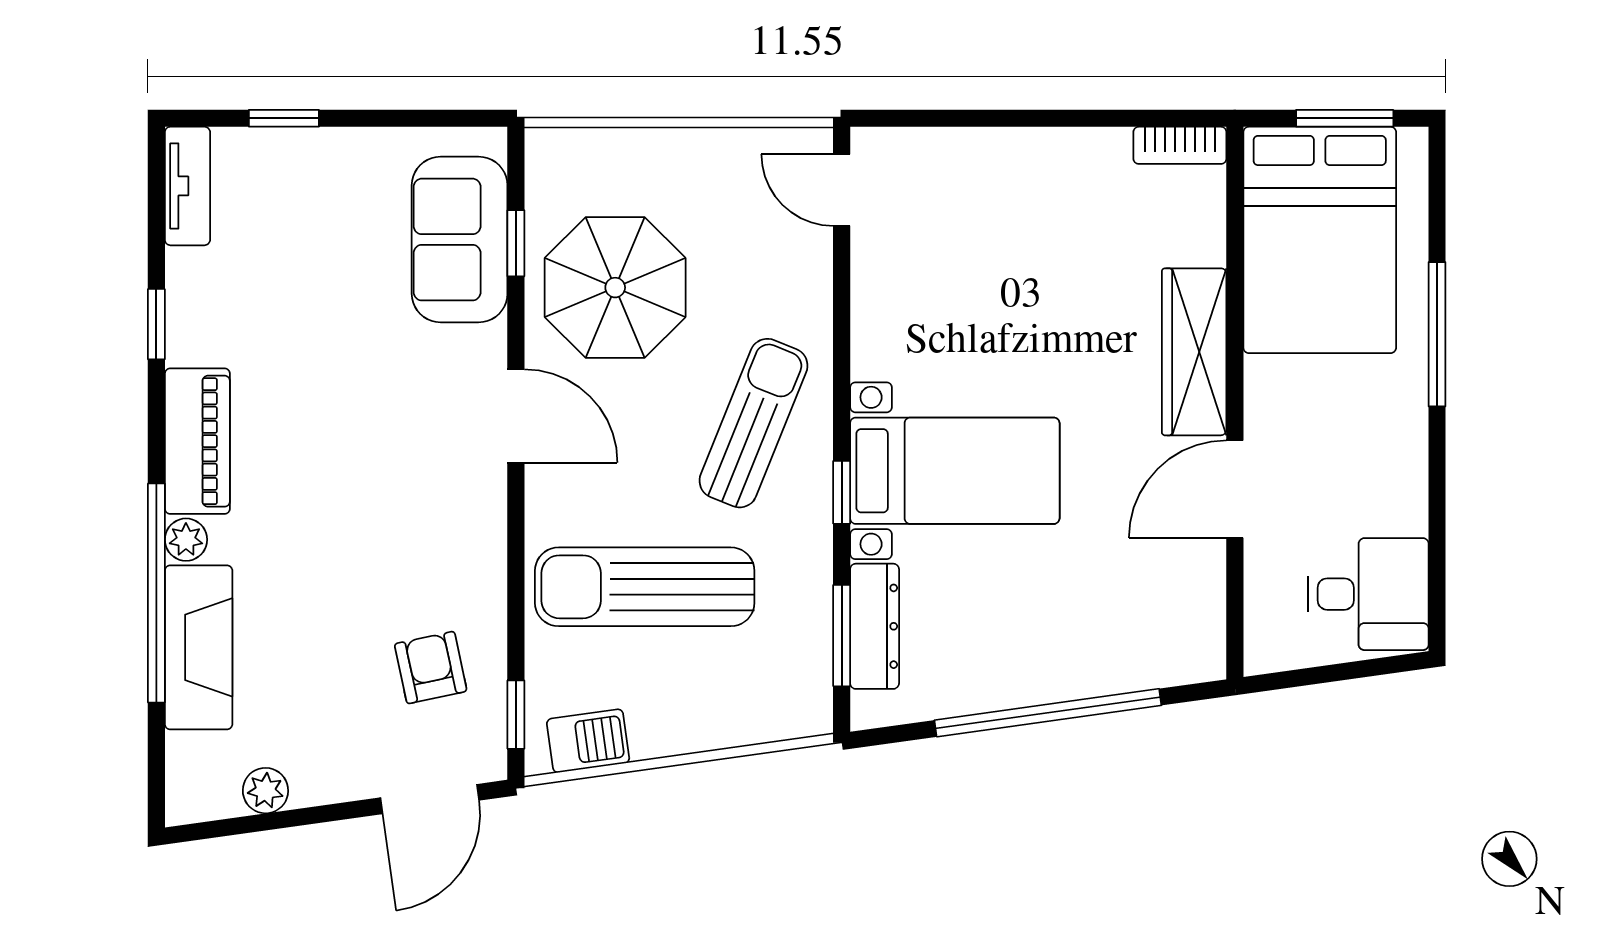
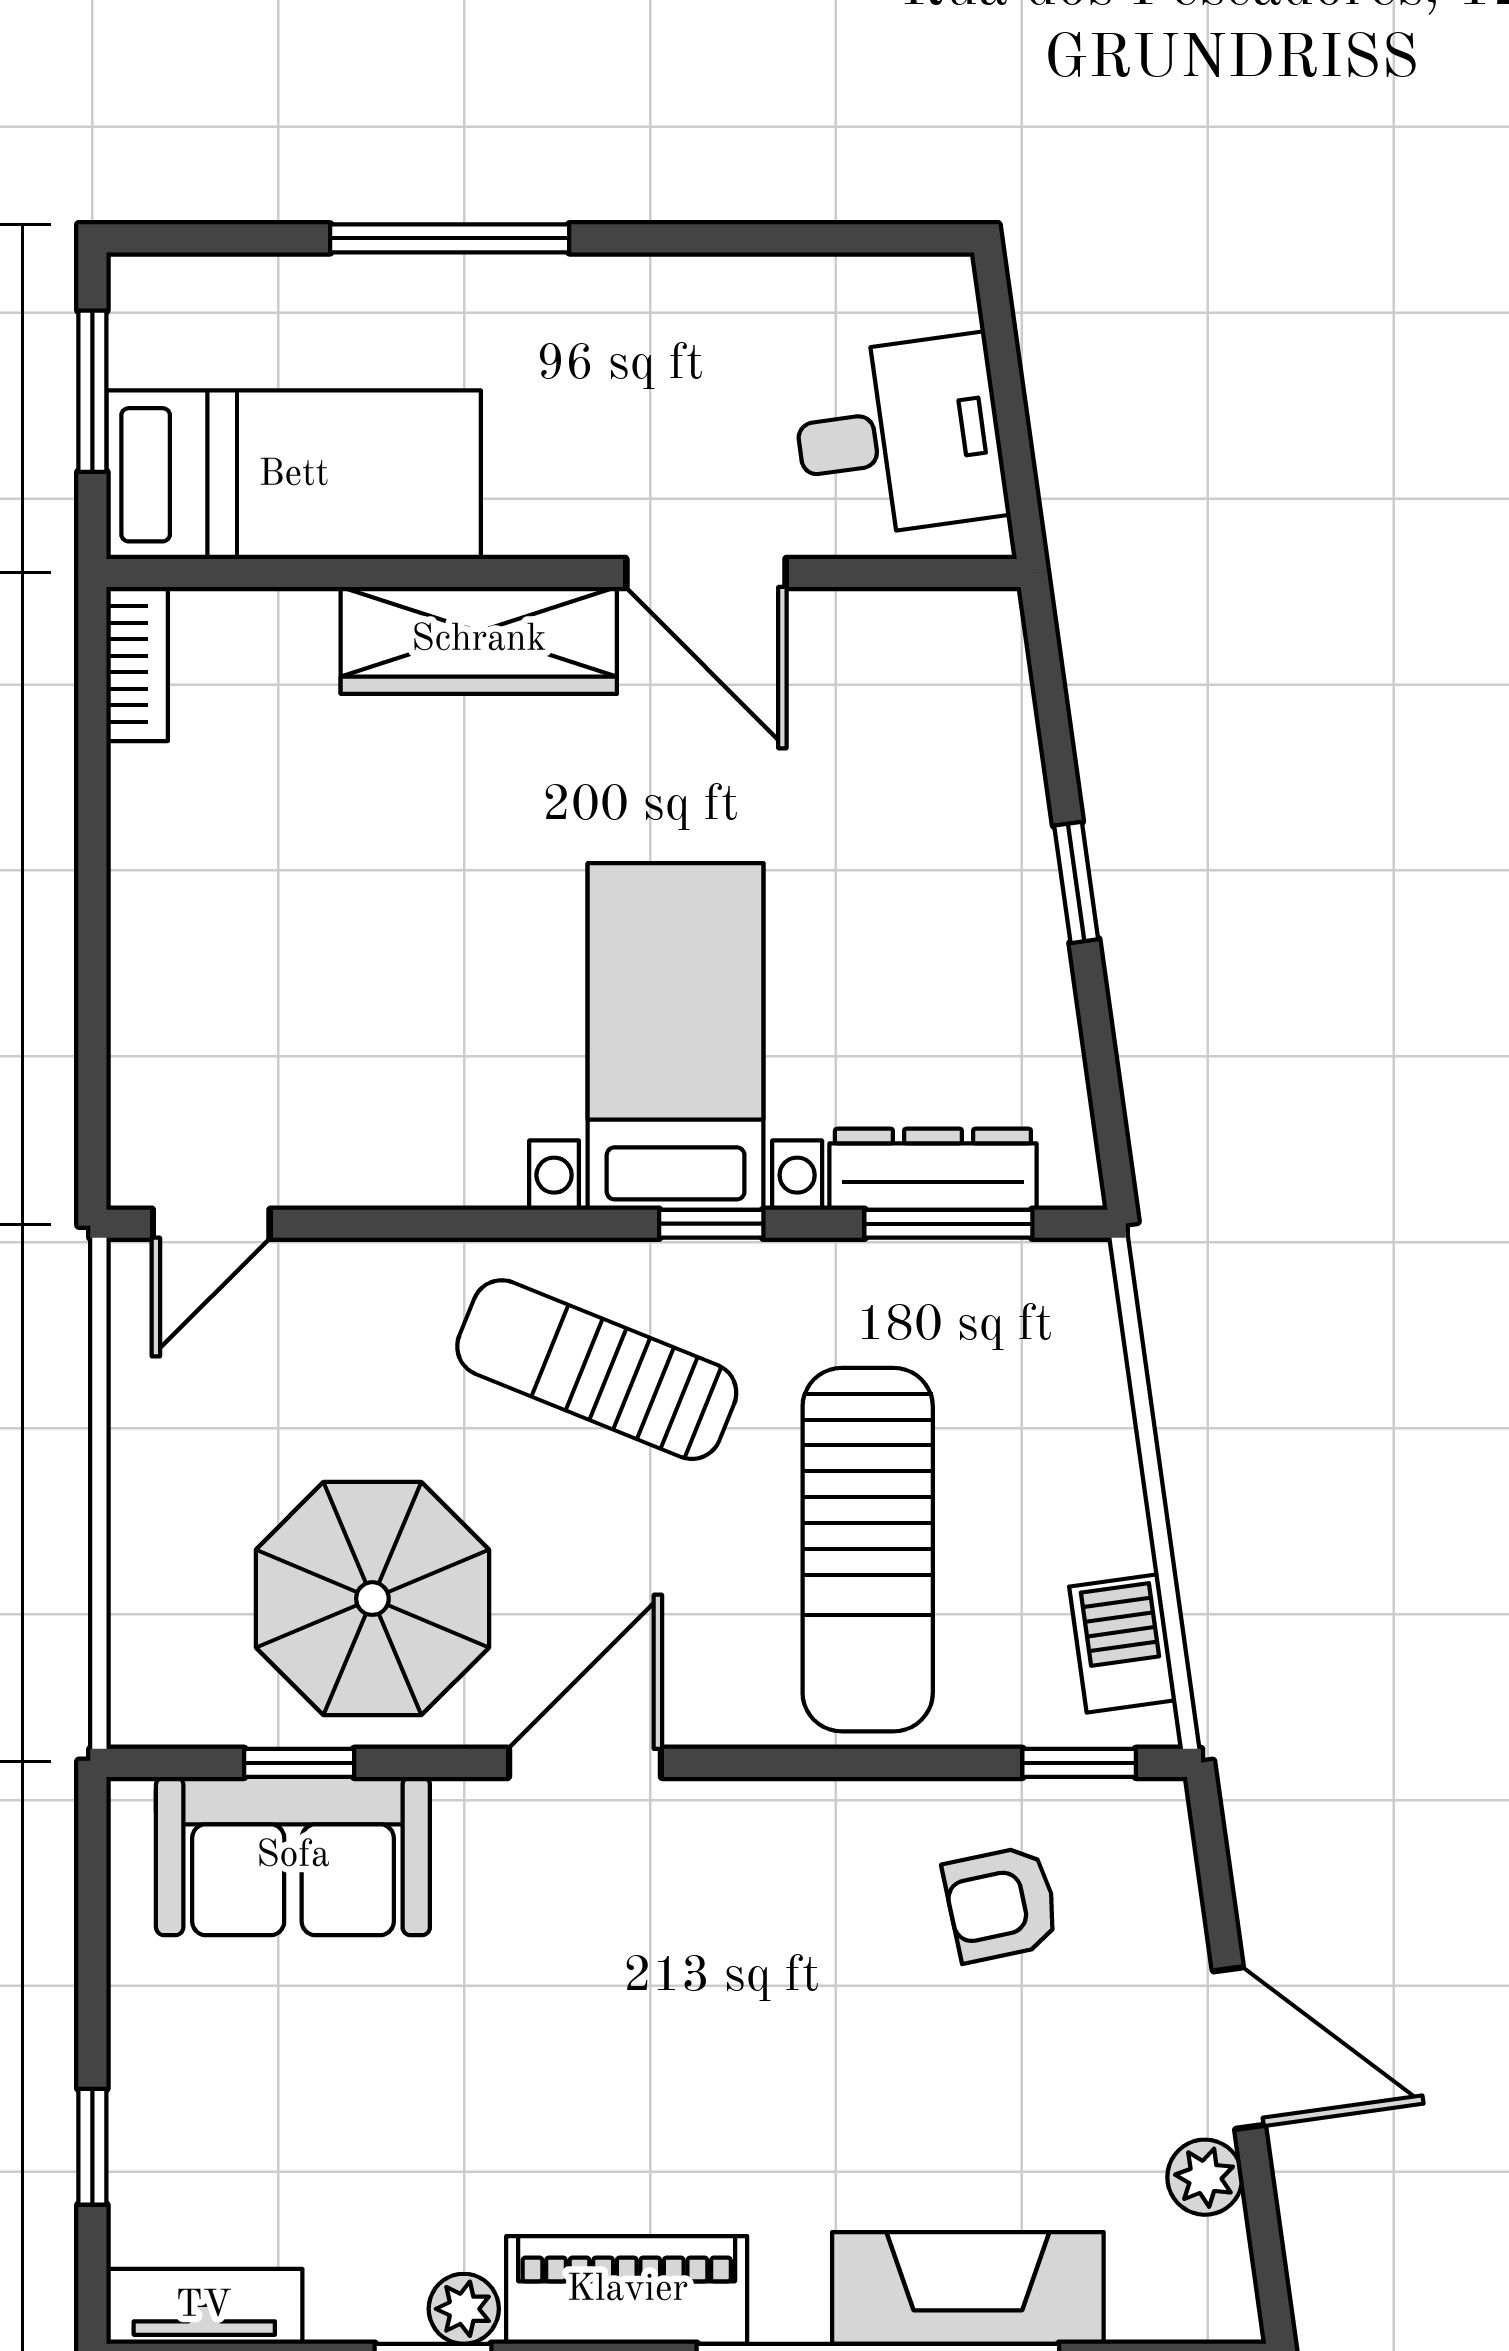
bed: (1320, 240) -> (294, 475), width x0.67
plant: (186, 540) -> (464, 2309), moved
desk: (1368, 594) -> (899, 437), moved, turned 82
window: (1048, 713) -> (1076, 882), width x0.32
door: (430, 799) -> (1239, 2048), moved

